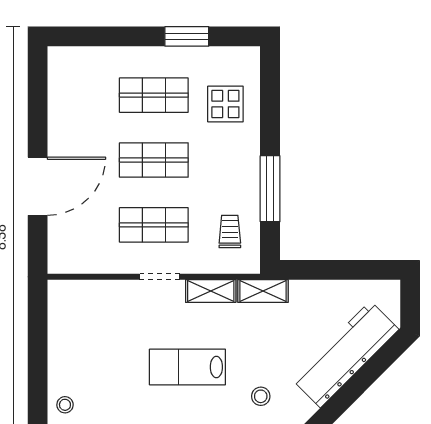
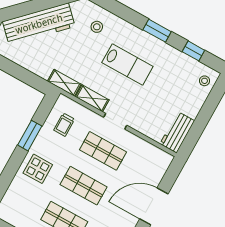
display table: (225, 104) -> (38, 169), moved
window: (270, 189) -> (30, 136), width x0.69
workbench: (63, 310) -> (177, 132), added

